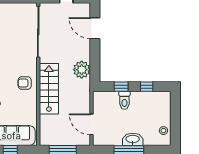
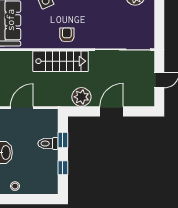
door: (95, 28) -> (112, 111), moved

